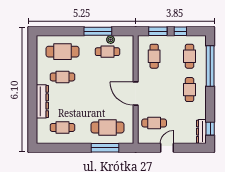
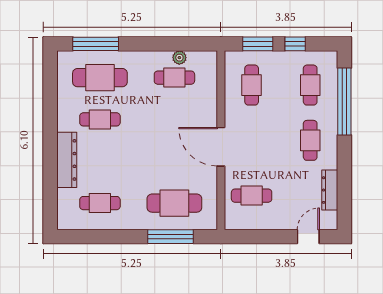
window: (98, 31) -> (96, 44), moved
window: (210, 129) -> (344, 205), removed
dresser: (201, 132) -> (330, 190), moved
door: (167, 148) -> (308, 237), moved

